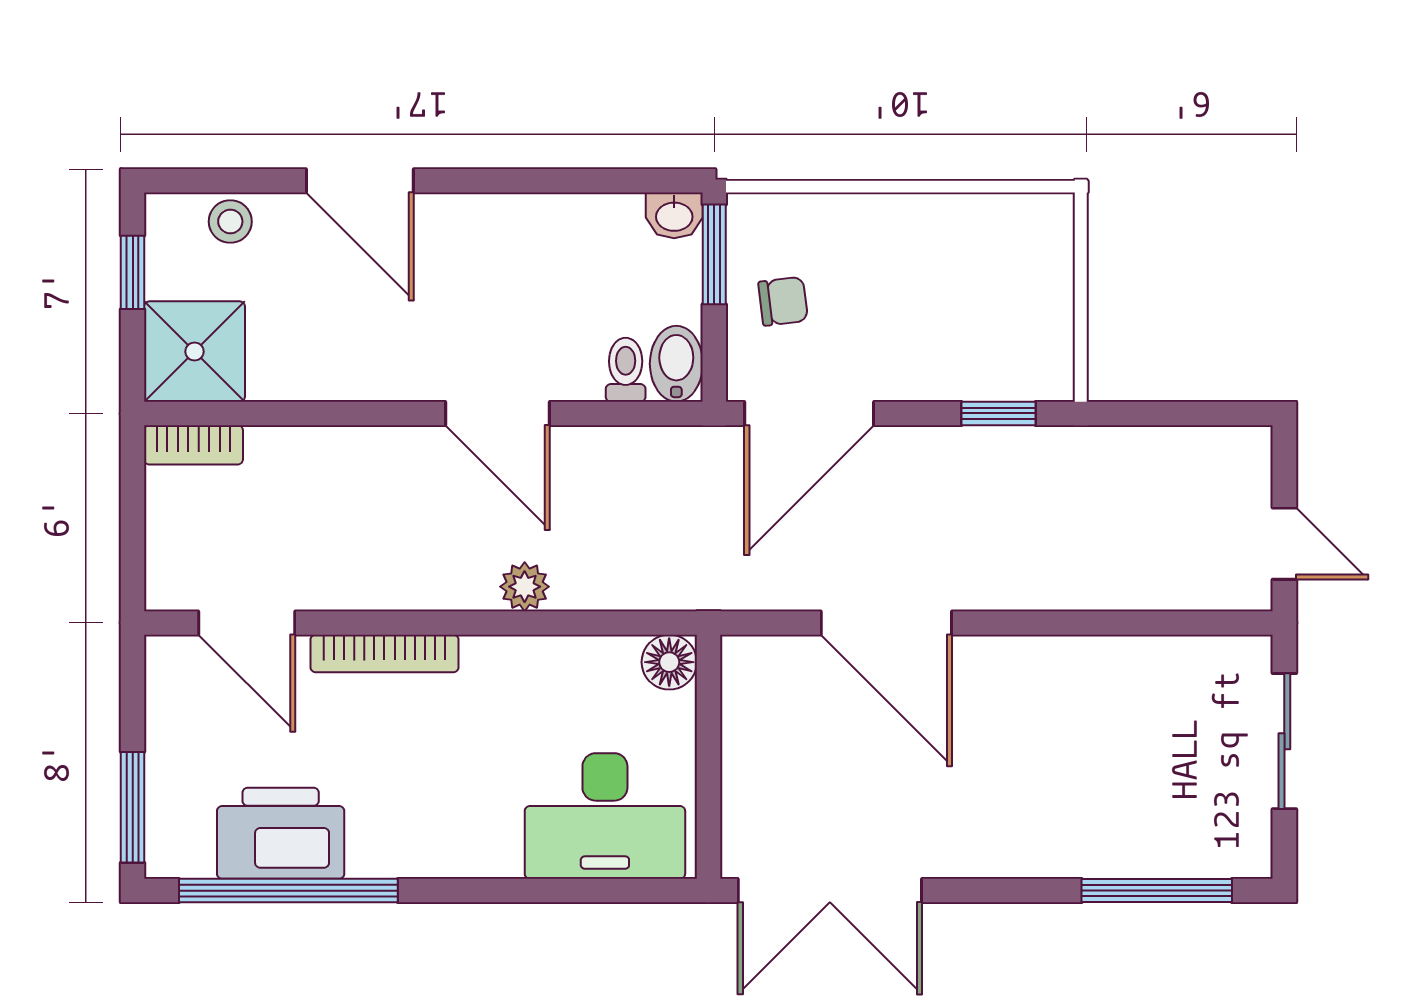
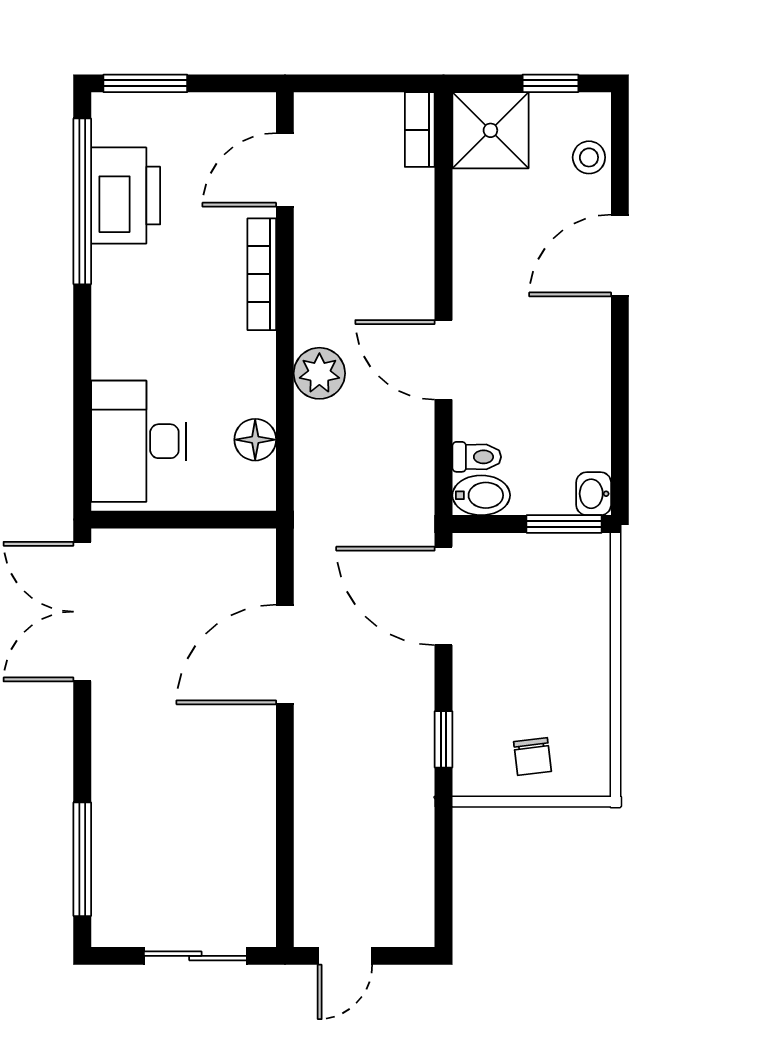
chair: (783, 301) -> (532, 756), moved
door: (497, 413) -> (444, 360), hinge flipped
plant: (525, 587) -> (319, 373), width x1.38, depth x1.38
floor lamp: (669, 662) -> (255, 440), moved

